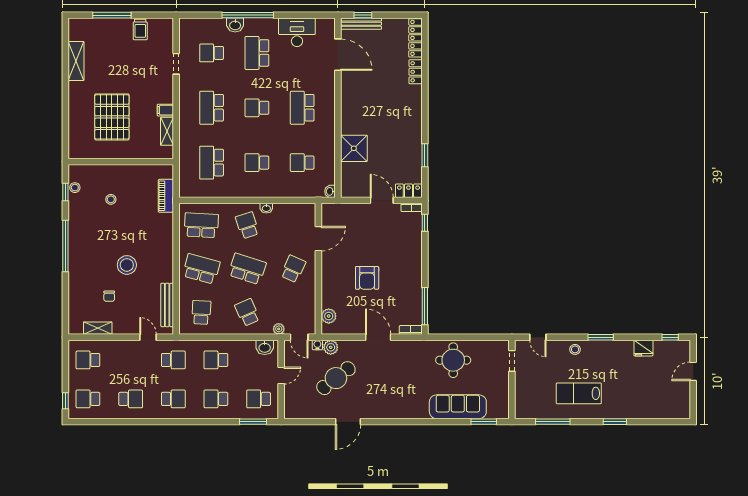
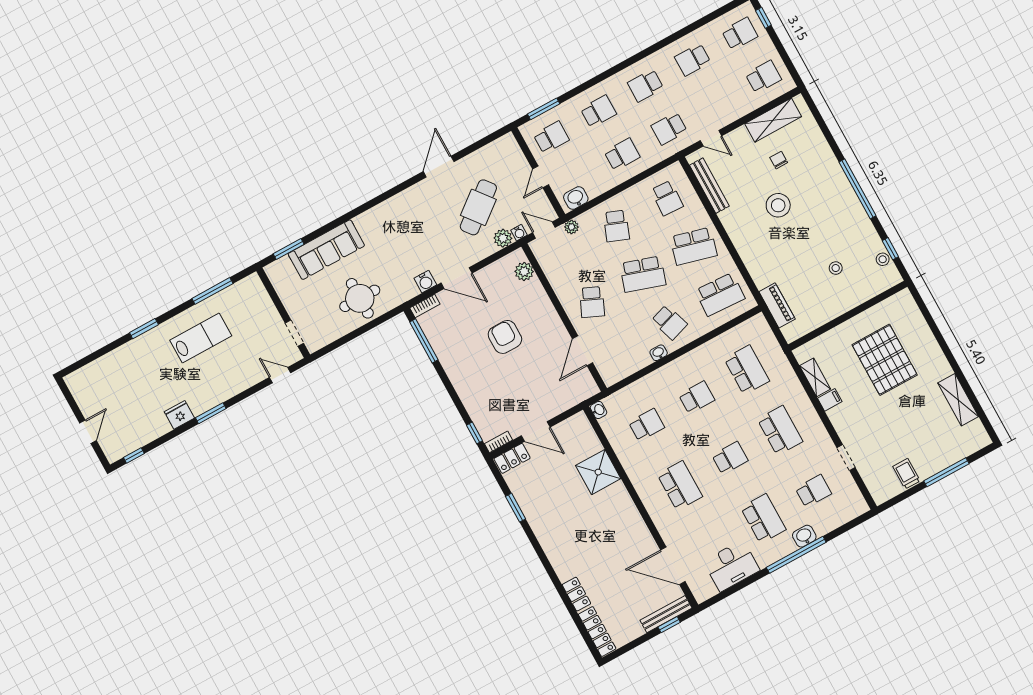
school desk: (247, 312) -> (616, 226), turned 45
shelving: (98, 328) -> (773, 120), width x1.50, depth x1.33
water cooler: (401, 347) -> (425, 282), added
fridge: (643, 348) -> (179, 415), moved
stool: (575, 349) -> (232, 384), removed

